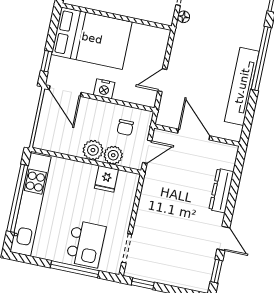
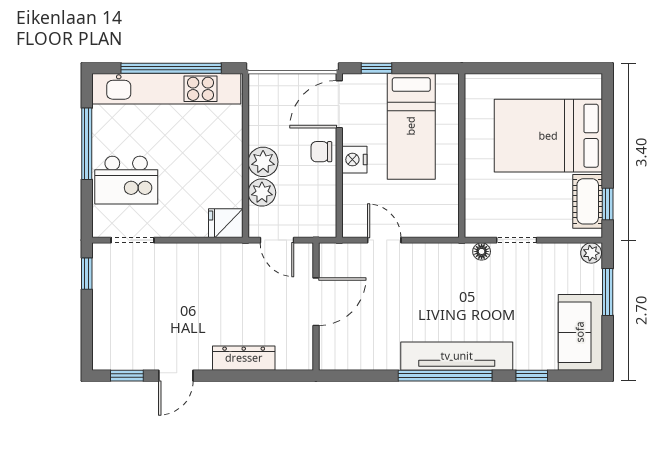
bed: (92, 38) -> (411, 126), width x0.67
tv unit: (242, 86) -> (457, 356), moved
chair: (125, 127) -> (321, 152), moved
fridge: (106, 179) -> (226, 223), moved
window: (75, 269) -> (87, 144), moved

